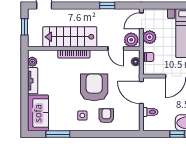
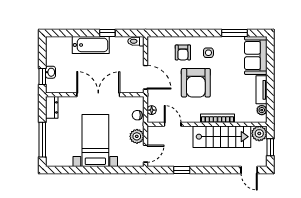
plant: (131, 40) -> (259, 133), moved
toilet: (150, 112) -> (136, 41), moved

